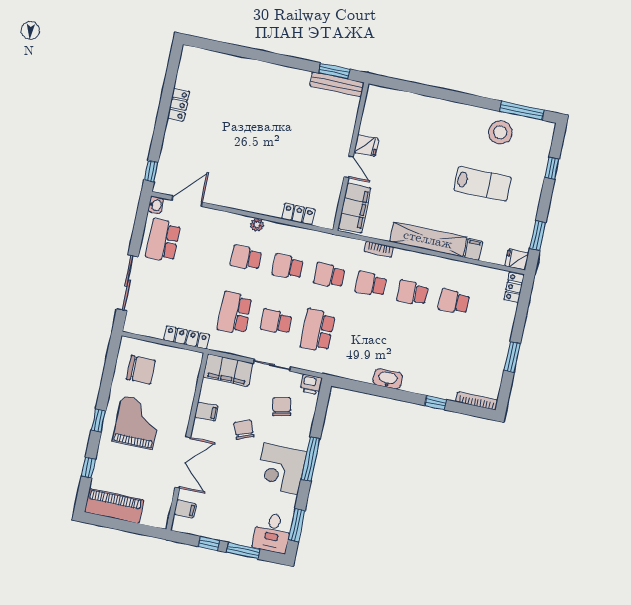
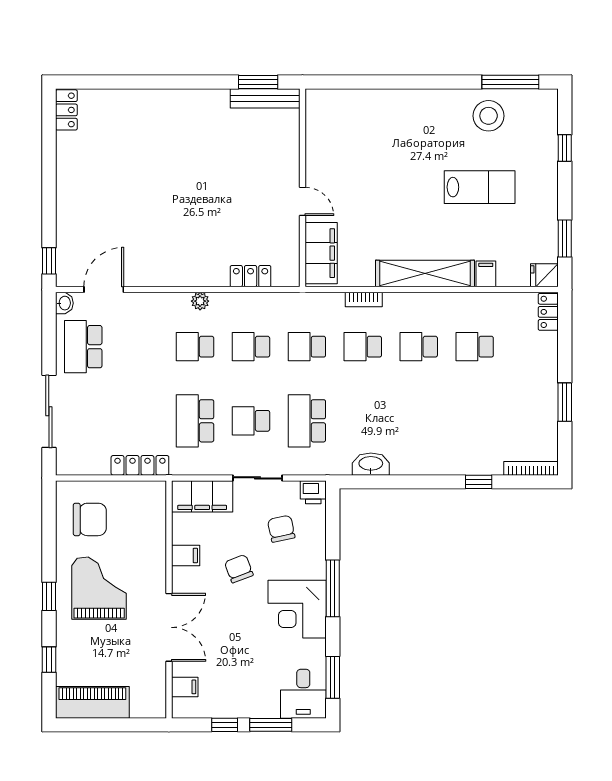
locker: (178, 105) -> (66, 110), moved
fridge: (366, 145) -> (319, 169), removed
washbasin: (388, 379) -> (371, 464), moved

